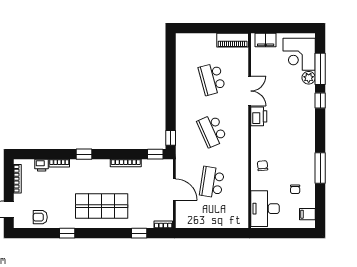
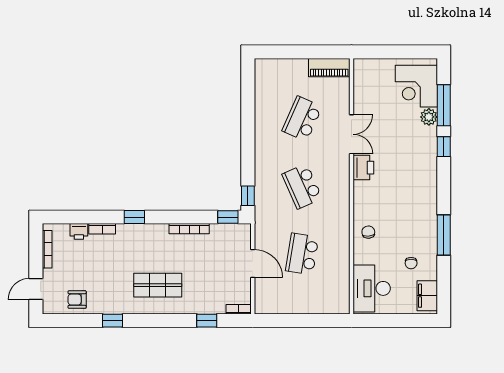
filing cabinet: (266, 40) -> (372, 67), removed
school desk: (212, 79) -> (302, 119), turned 39
shop shelf: (102, 206) -> (158, 285), width x0.70, depth x0.74
filing cabinet: (307, 214) -> (427, 296), width x2.00

